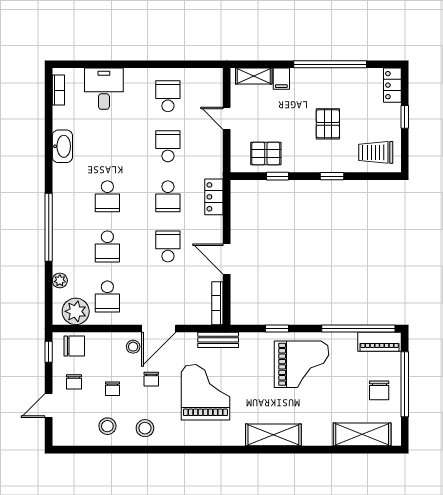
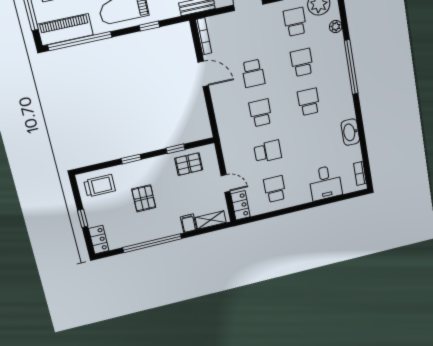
school desk: (168, 96) -> (275, 189), turned 180
school desk: (168, 146) -> (268, 151), turned -90
locker: (214, 197) -> (240, 205), moved
piano: (379, 342) -> (65, 30), width x1.37, depth x1.33

